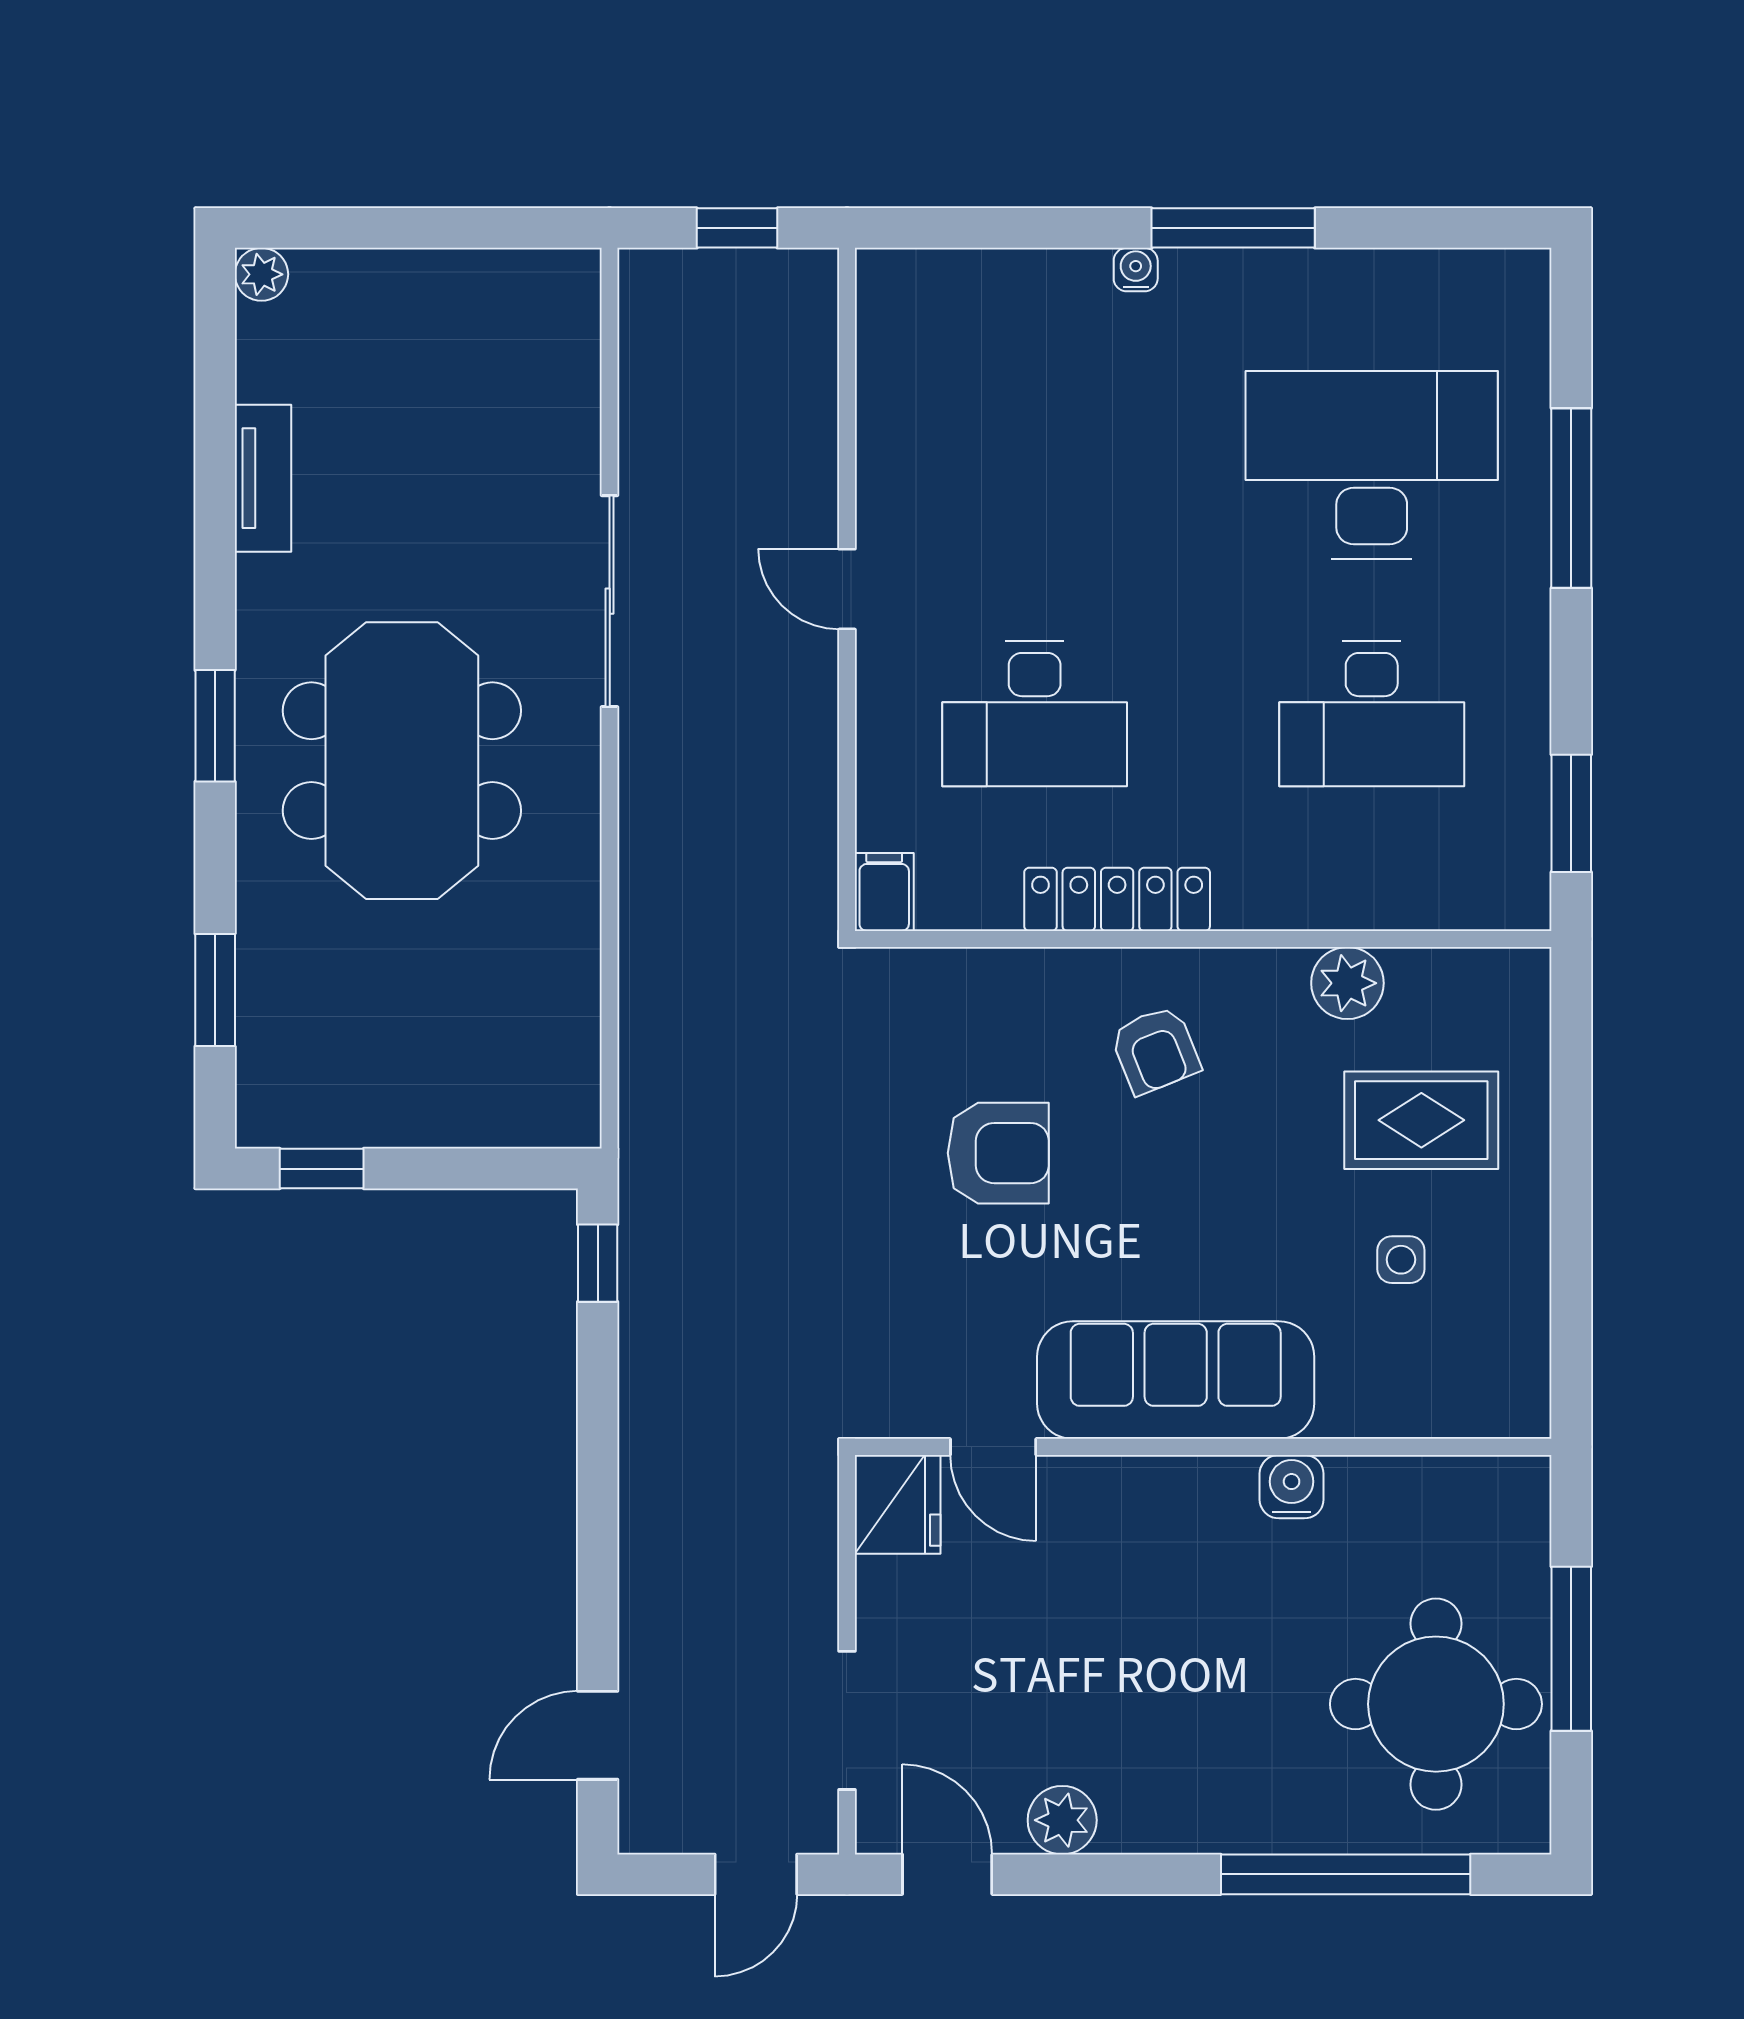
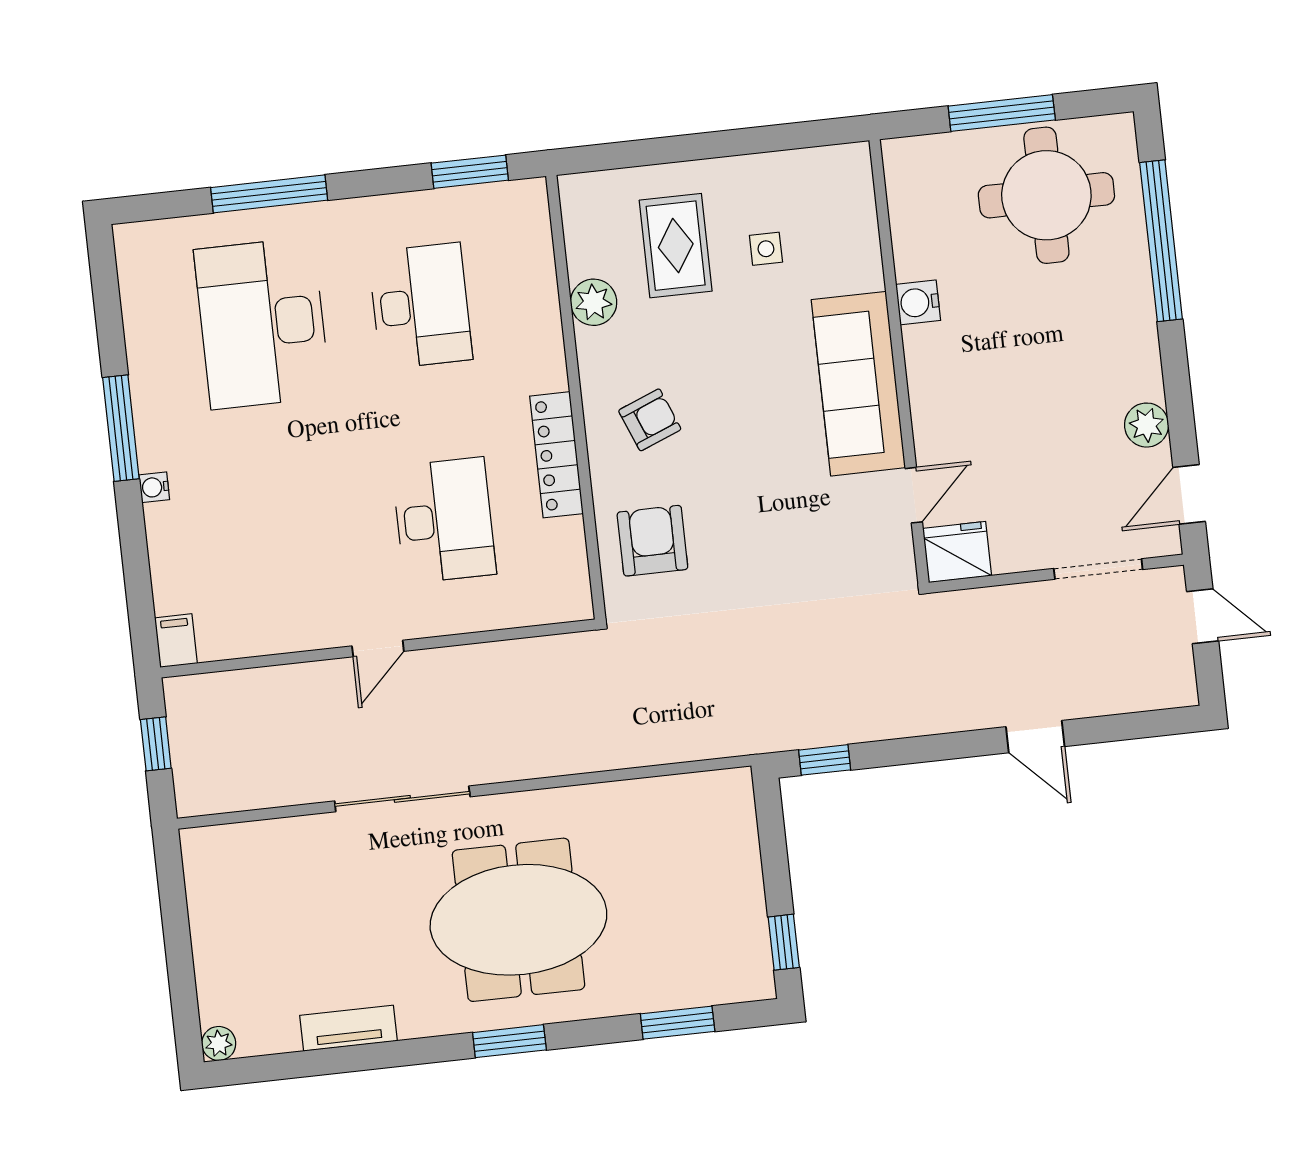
filing cabinet: (884, 892) -> (176, 641), moved, turned 90
armchair: (998, 1153) -> (652, 541), moved
door: (598, 1735) -> (1035, 737), moved

